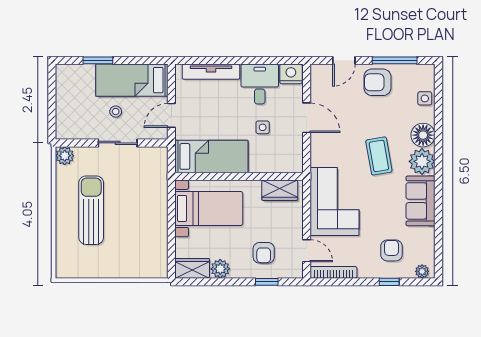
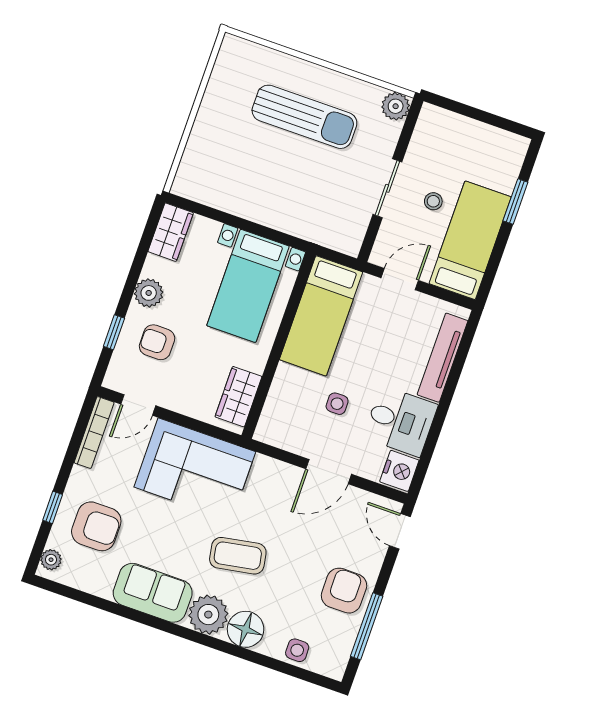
door: (344, 60) -> (400, 531), moved
door: (171, 115) -> (400, 279), hinge flipped
armchair: (391, 250) -> (96, 526), width x1.38, depth x1.38
plant: (220, 269) -> (149, 293), moved

